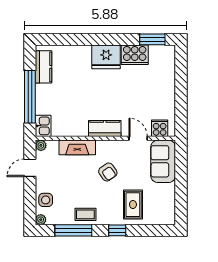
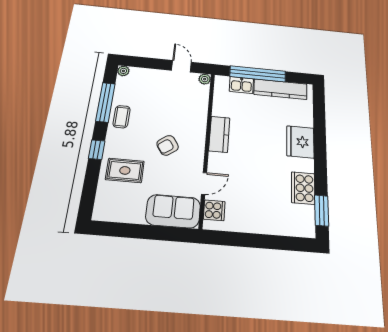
fridge: (106, 57) -> (300, 142), moved
kitchen counter: (44, 67) -> (280, 89), width x1.50
kitchen sink: (43, 126) -> (241, 85), moved
kitchen counter: (105, 129) -> (219, 134), moved
fireplace: (77, 147) -> (199, 115), removed
side table: (46, 200) -> (144, 78), removed

